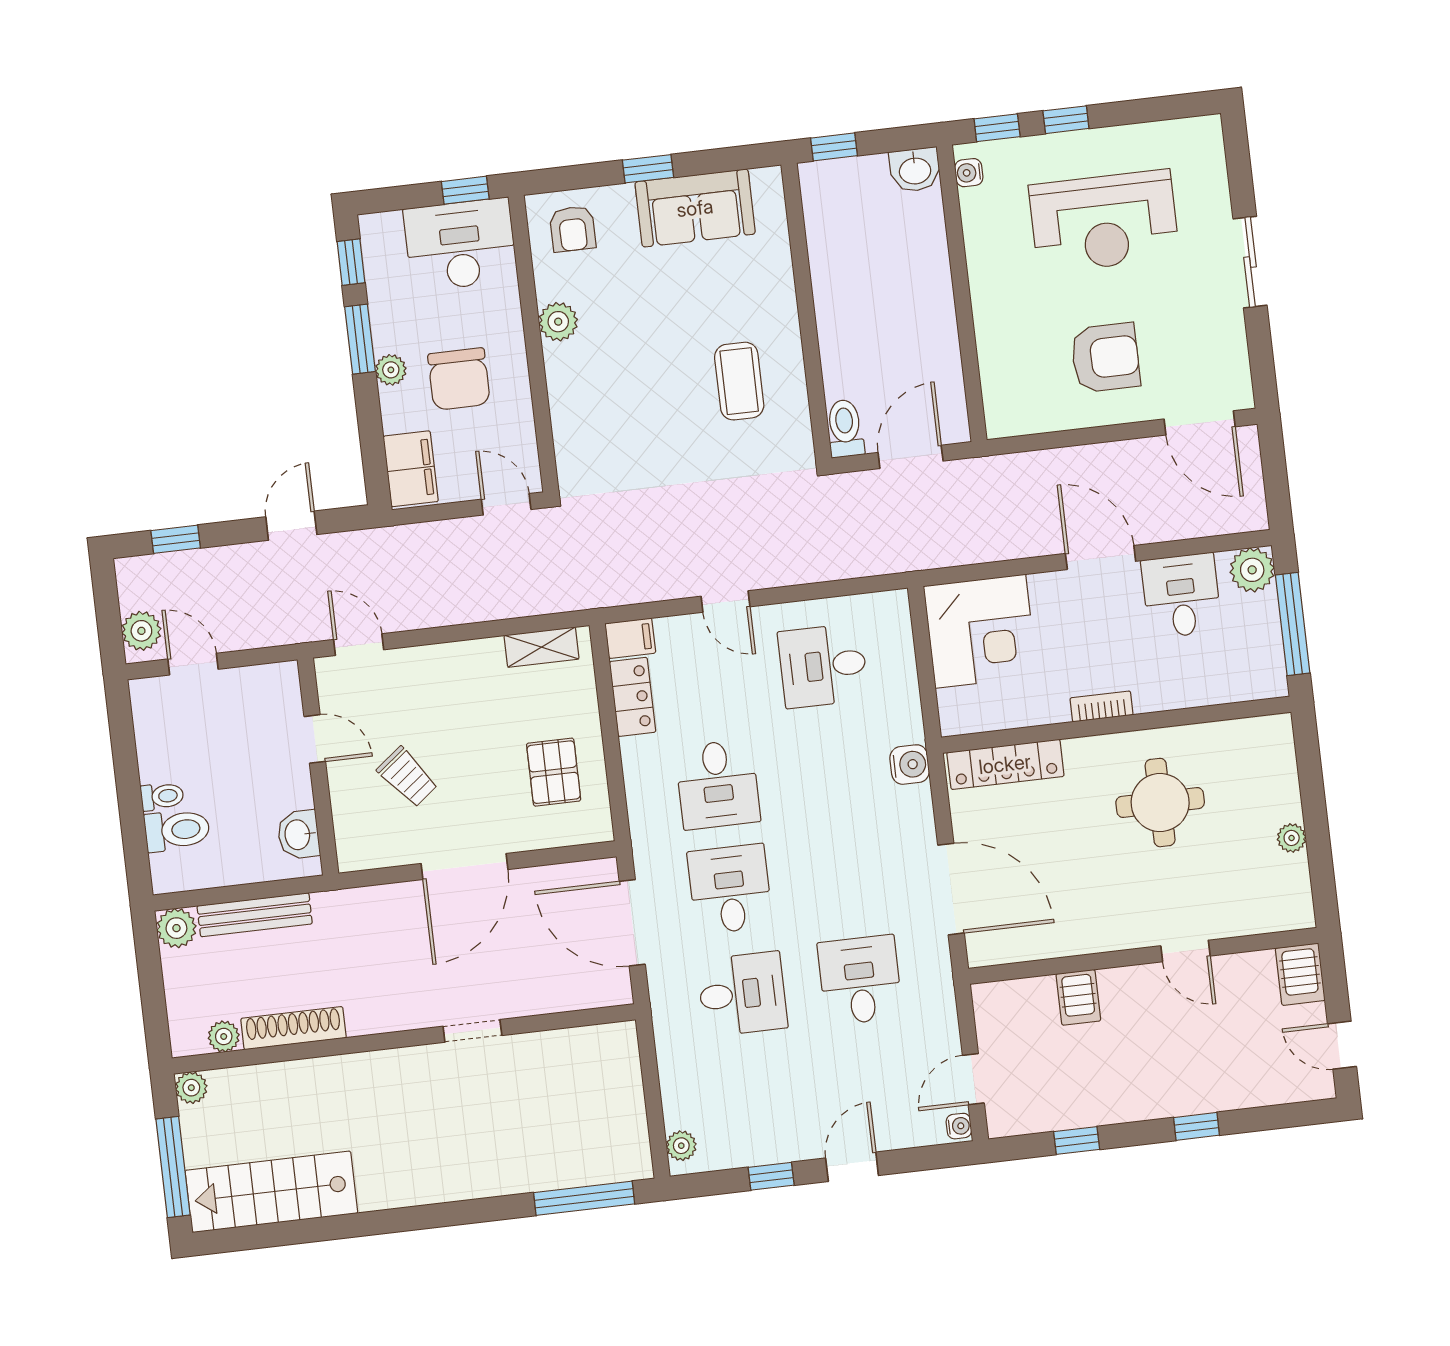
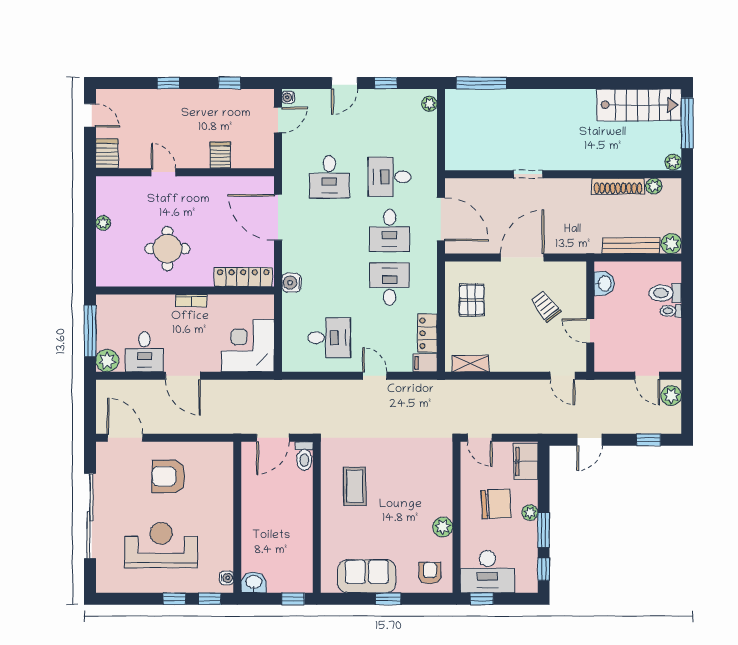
sliding door: (1250, 262) -> (90, 516), width x1.86
chair: (459, 379) -> (496, 504), turned 87

